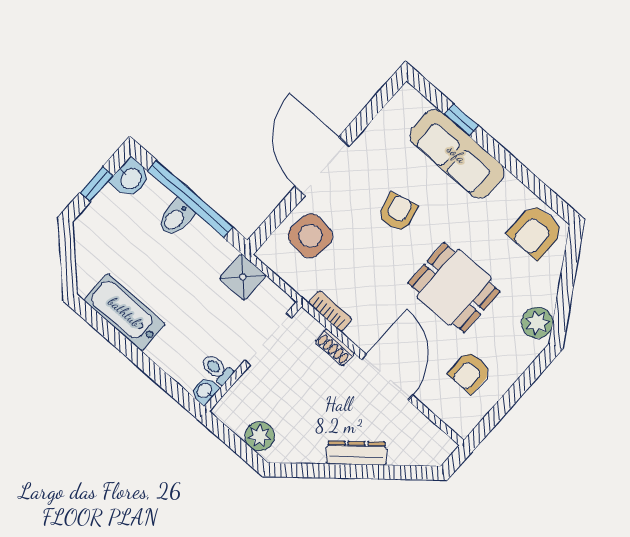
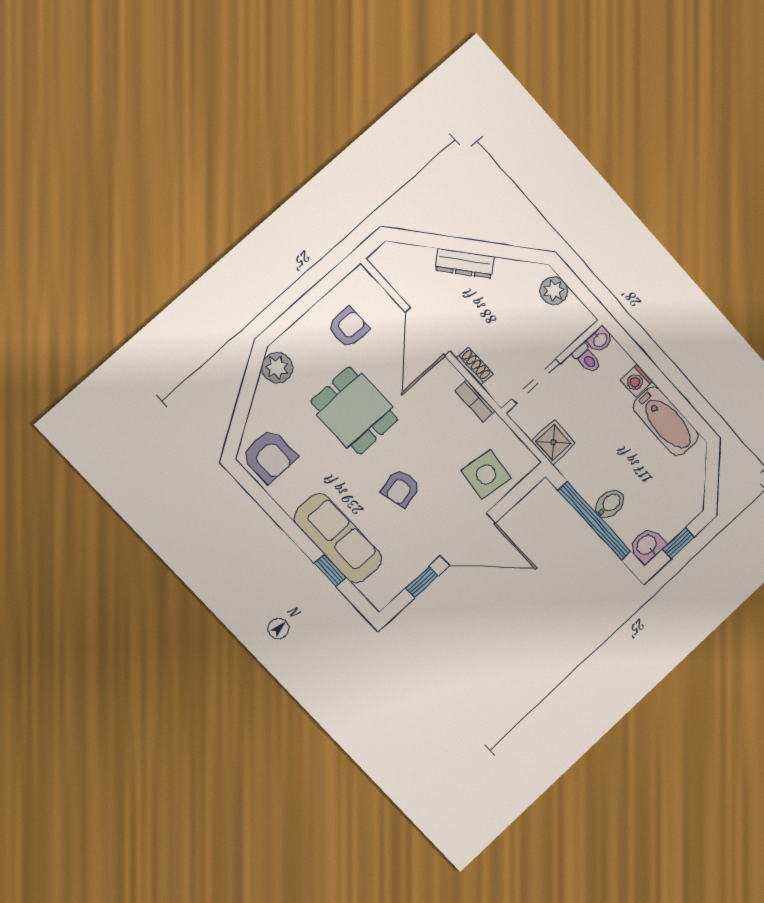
window: (366, 117) -> (422, 582), added
door: (322, 166) -> (468, 539), hinge flipped
armchair: (536, 231) -> (269, 456), turned 90
washing machine: (161, 352) -> (637, 381), added

